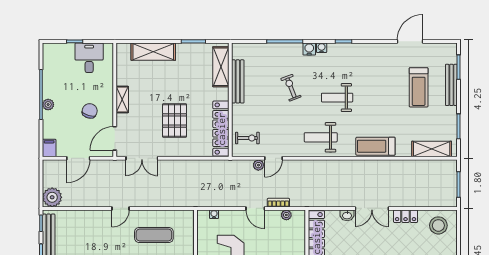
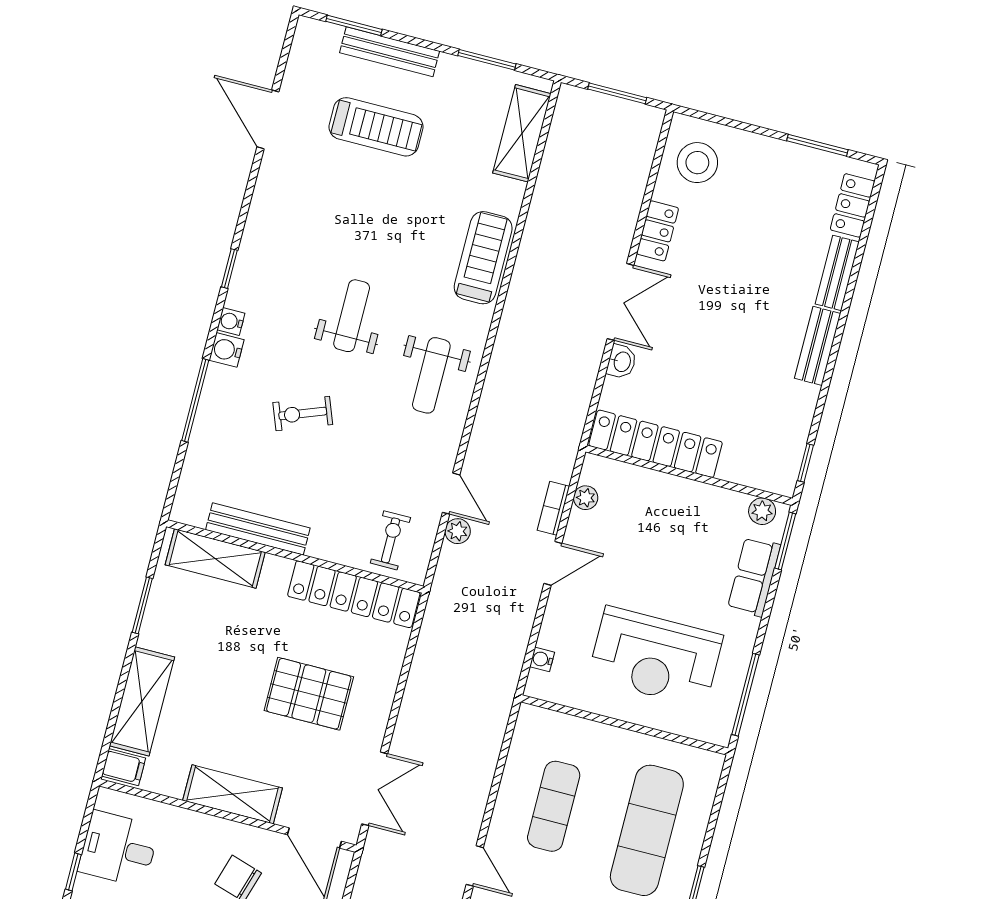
filing cabinet: (124, 51) -> (124, 767), added
weight bench: (337, 98) -> (352, 316), turned 180
shelving: (122, 99) -> (233, 794), width x1.50, depth x1.33
treadmill: (375, 146) -> (483, 258), turned 180

